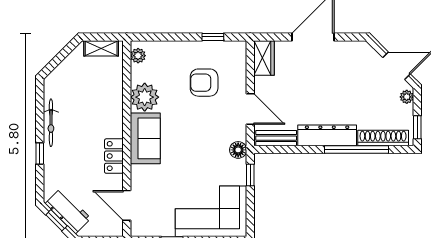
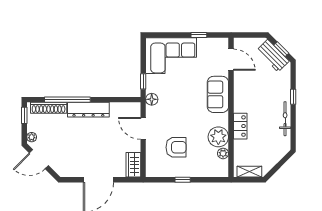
window: (213, 37) -> (183, 180), moved
plant: (138, 56) -> (223, 153), moved
sofa: (145, 138) -> (218, 94), moved
bench: (276, 138) -> (125, 108), removed
locker: (114, 156) -> (240, 126), moved

